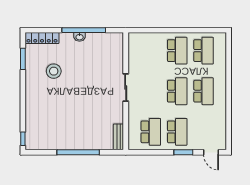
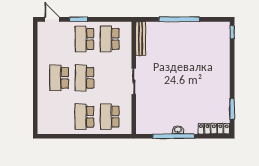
school desk: (204, 51) -> (110, 117), moved
stool: (54, 71) -> (203, 97), removed
bench: (118, 137) -> (141, 39), width x1.36

